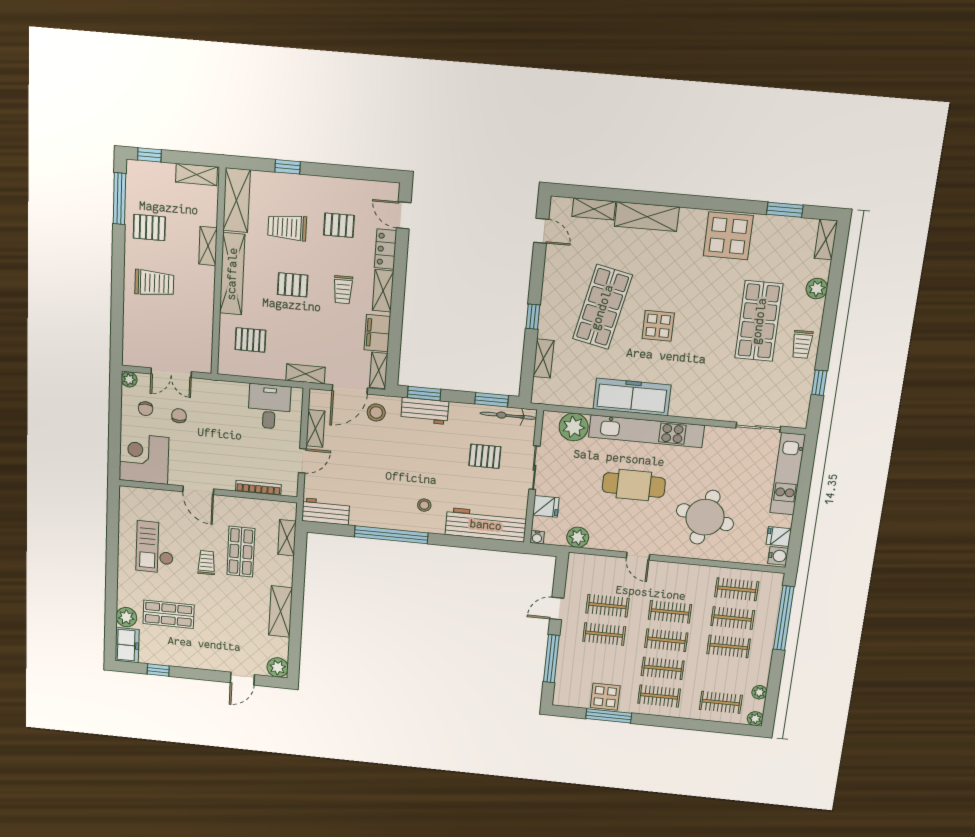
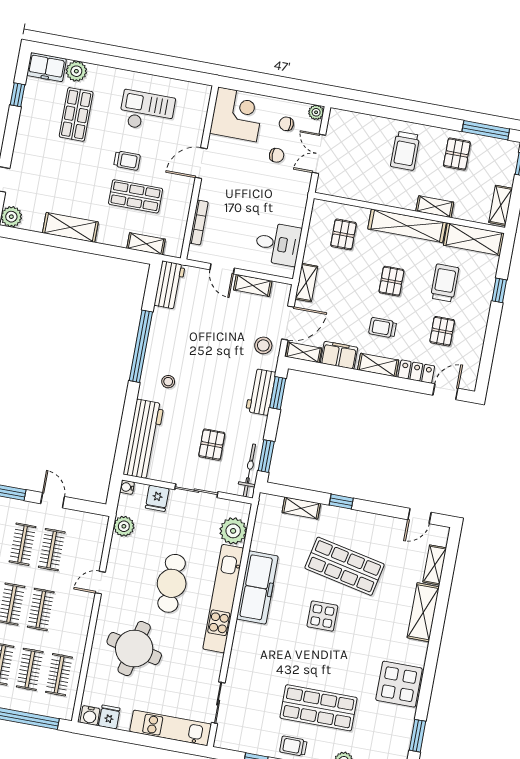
door: (350, 389) -> (288, 323), swing flipped

